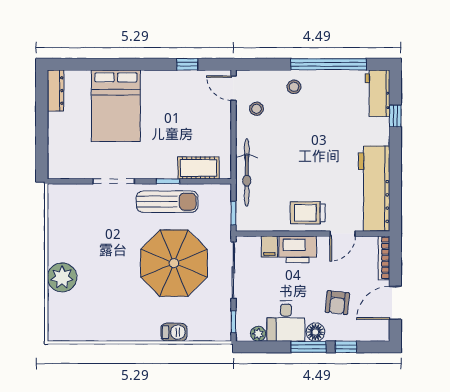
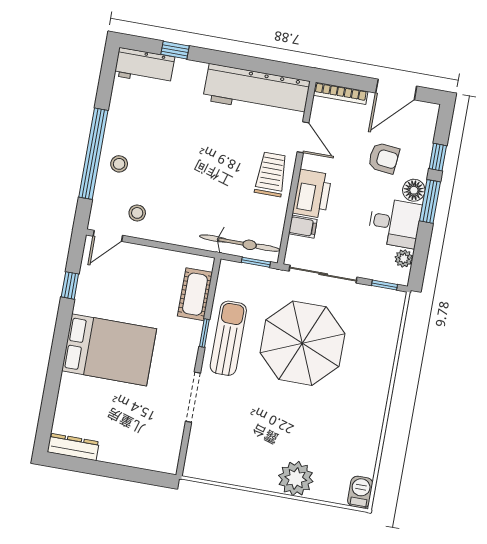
window: (329, 64) -> (93, 154), moved
bed: (116, 106) -> (109, 350), moved
bicycle: (247, 172) -> (240, 243), moved
trolley: (308, 213) -> (271, 174), turned 180
door: (395, 303) -> (396, 90), hinge flipped
barbecue: (174, 332) -> (360, 492), moved

